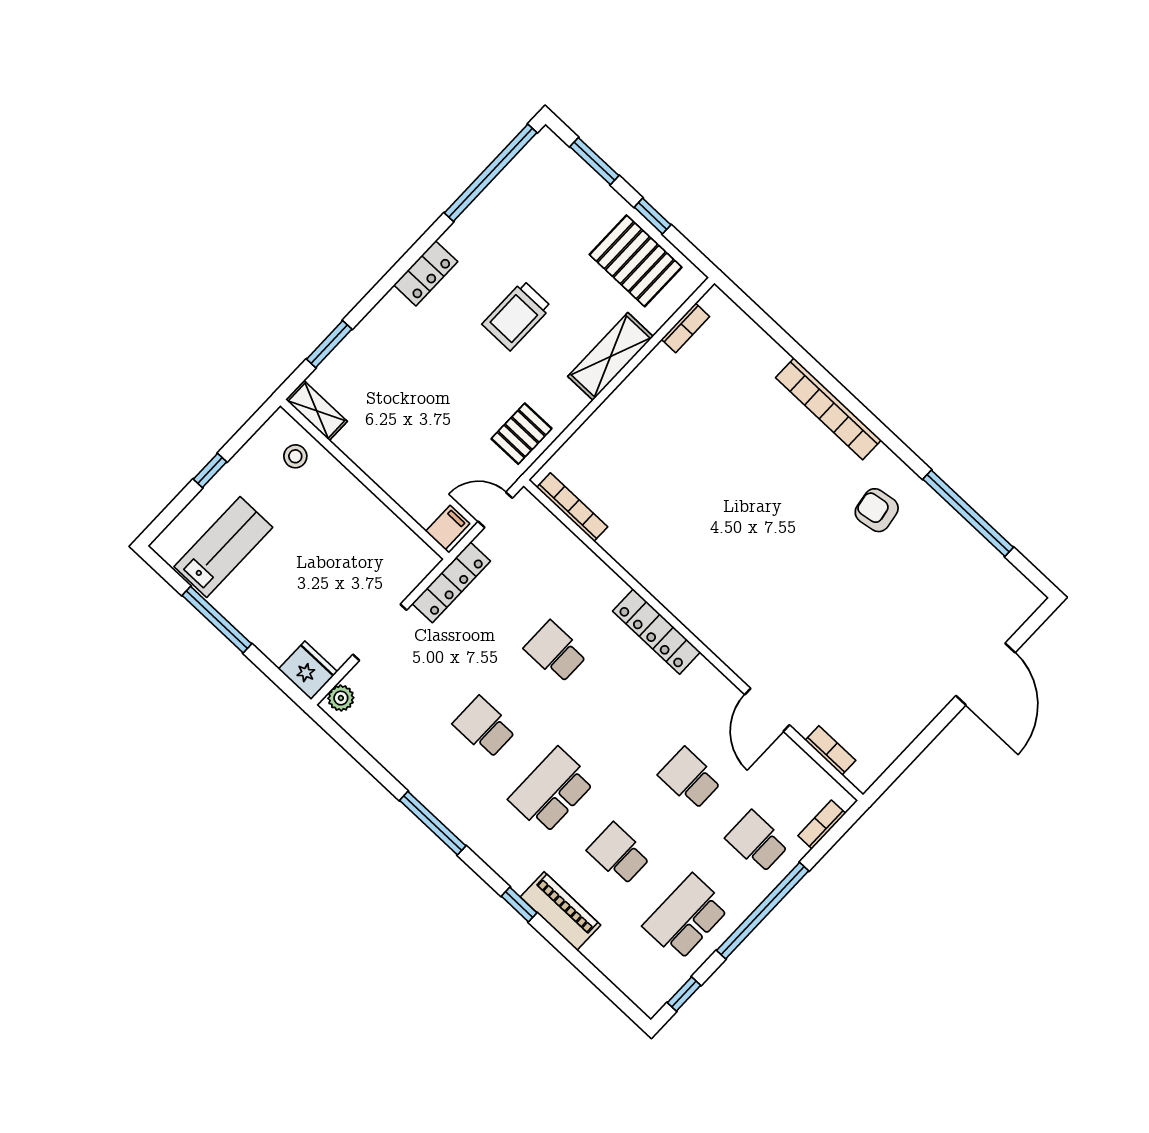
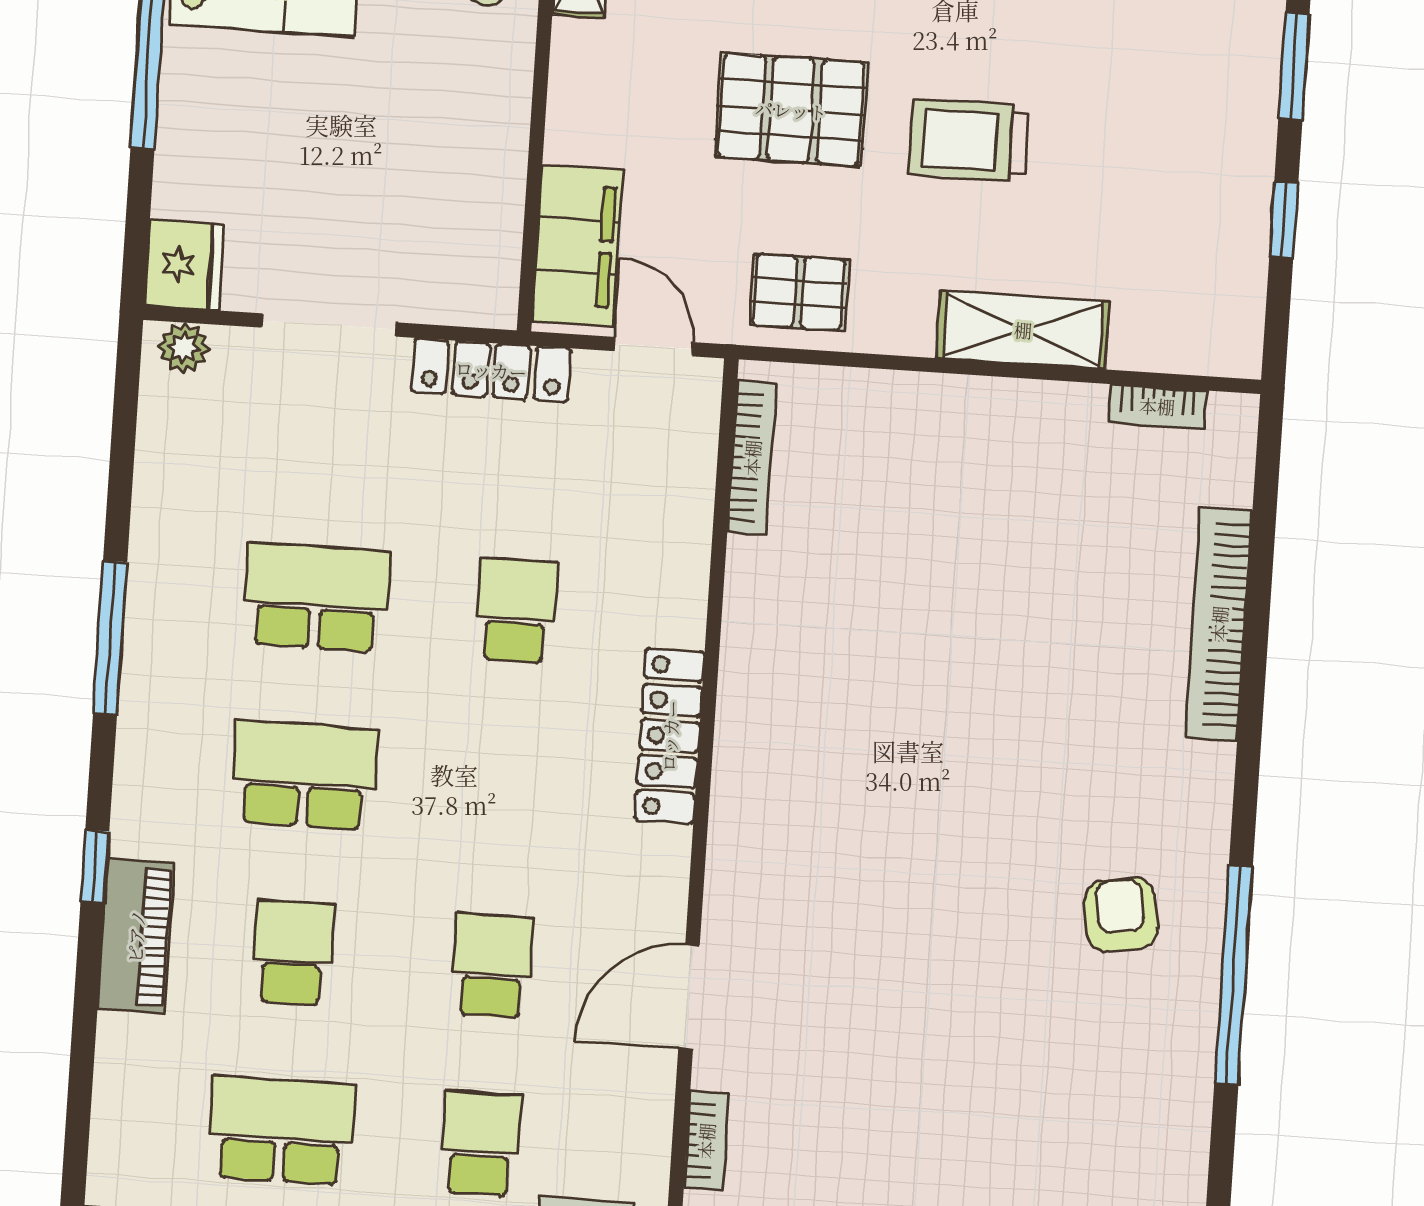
pallet: (636, 261) -> (791, 110), moved, turned 90
bookcase: (828, 409) -> (1219, 624), moved
window: (968, 513) -> (1234, 975), moved
filing cabinet: (448, 528) -> (577, 246), width x3.00, depth x1.17
school desk: (484, 727) -> (316, 597), width x1.85

